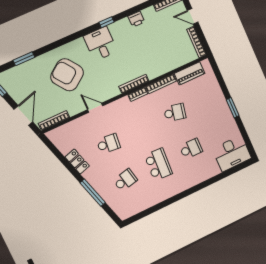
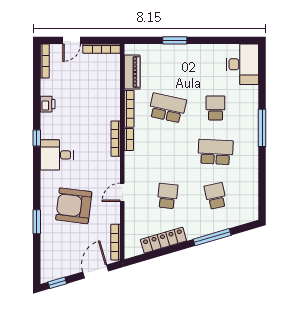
window: (24, 59) -> (37, 222), moved
armchair: (67, 75) -> (74, 206), turned 43
window: (233, 108) -> (175, 40), moved
school desk: (175, 113) -> (167, 108), width x1.85
door: (23, 115) -> (96, 272), hinge flipped
locker: (77, 161) -> (163, 240), width x1.53
window: (192, 190) -> (262, 128), added

